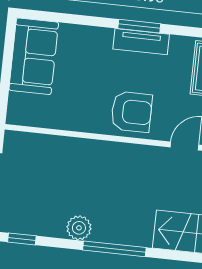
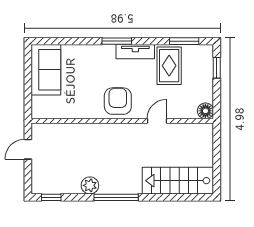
tv unit: (141, 42) -> (135, 52), moved
armchair: (132, 112) -> (118, 101), turned -90

